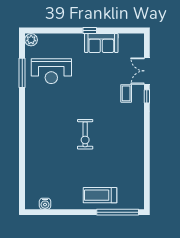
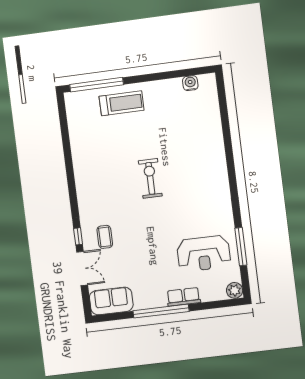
window: (90, 31) -> (161, 311), width x3.17
row of seats: (71, 39) -> (183, 297), added
sofa: (101, 43) -> (111, 301), moved
reception desk: (51, 71) -> (204, 253), turned 180

